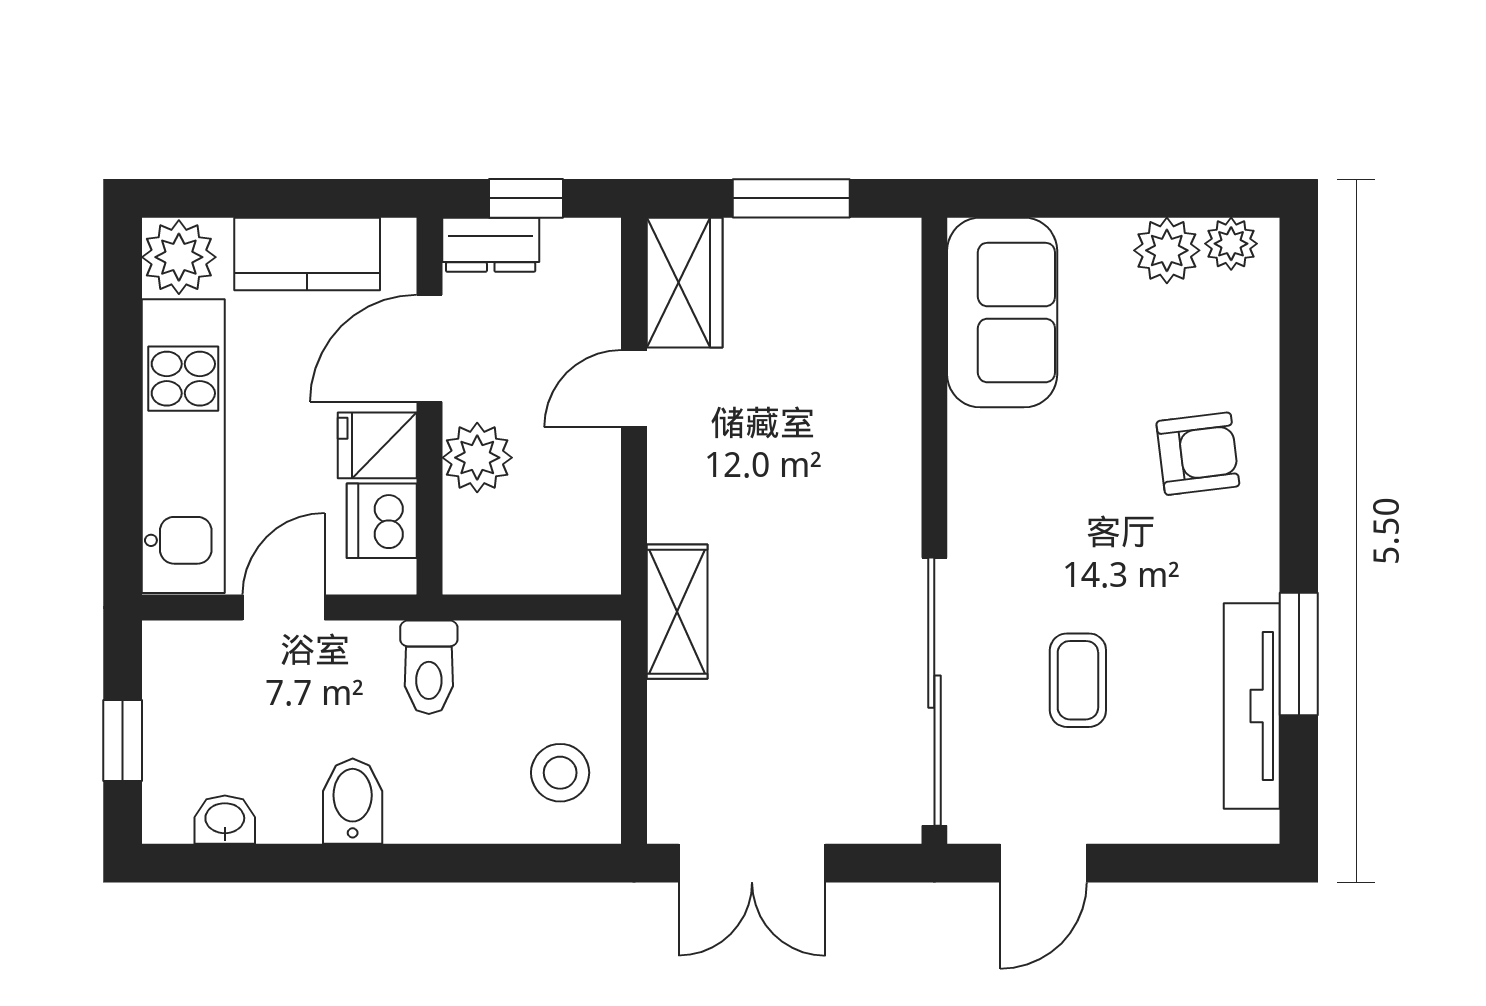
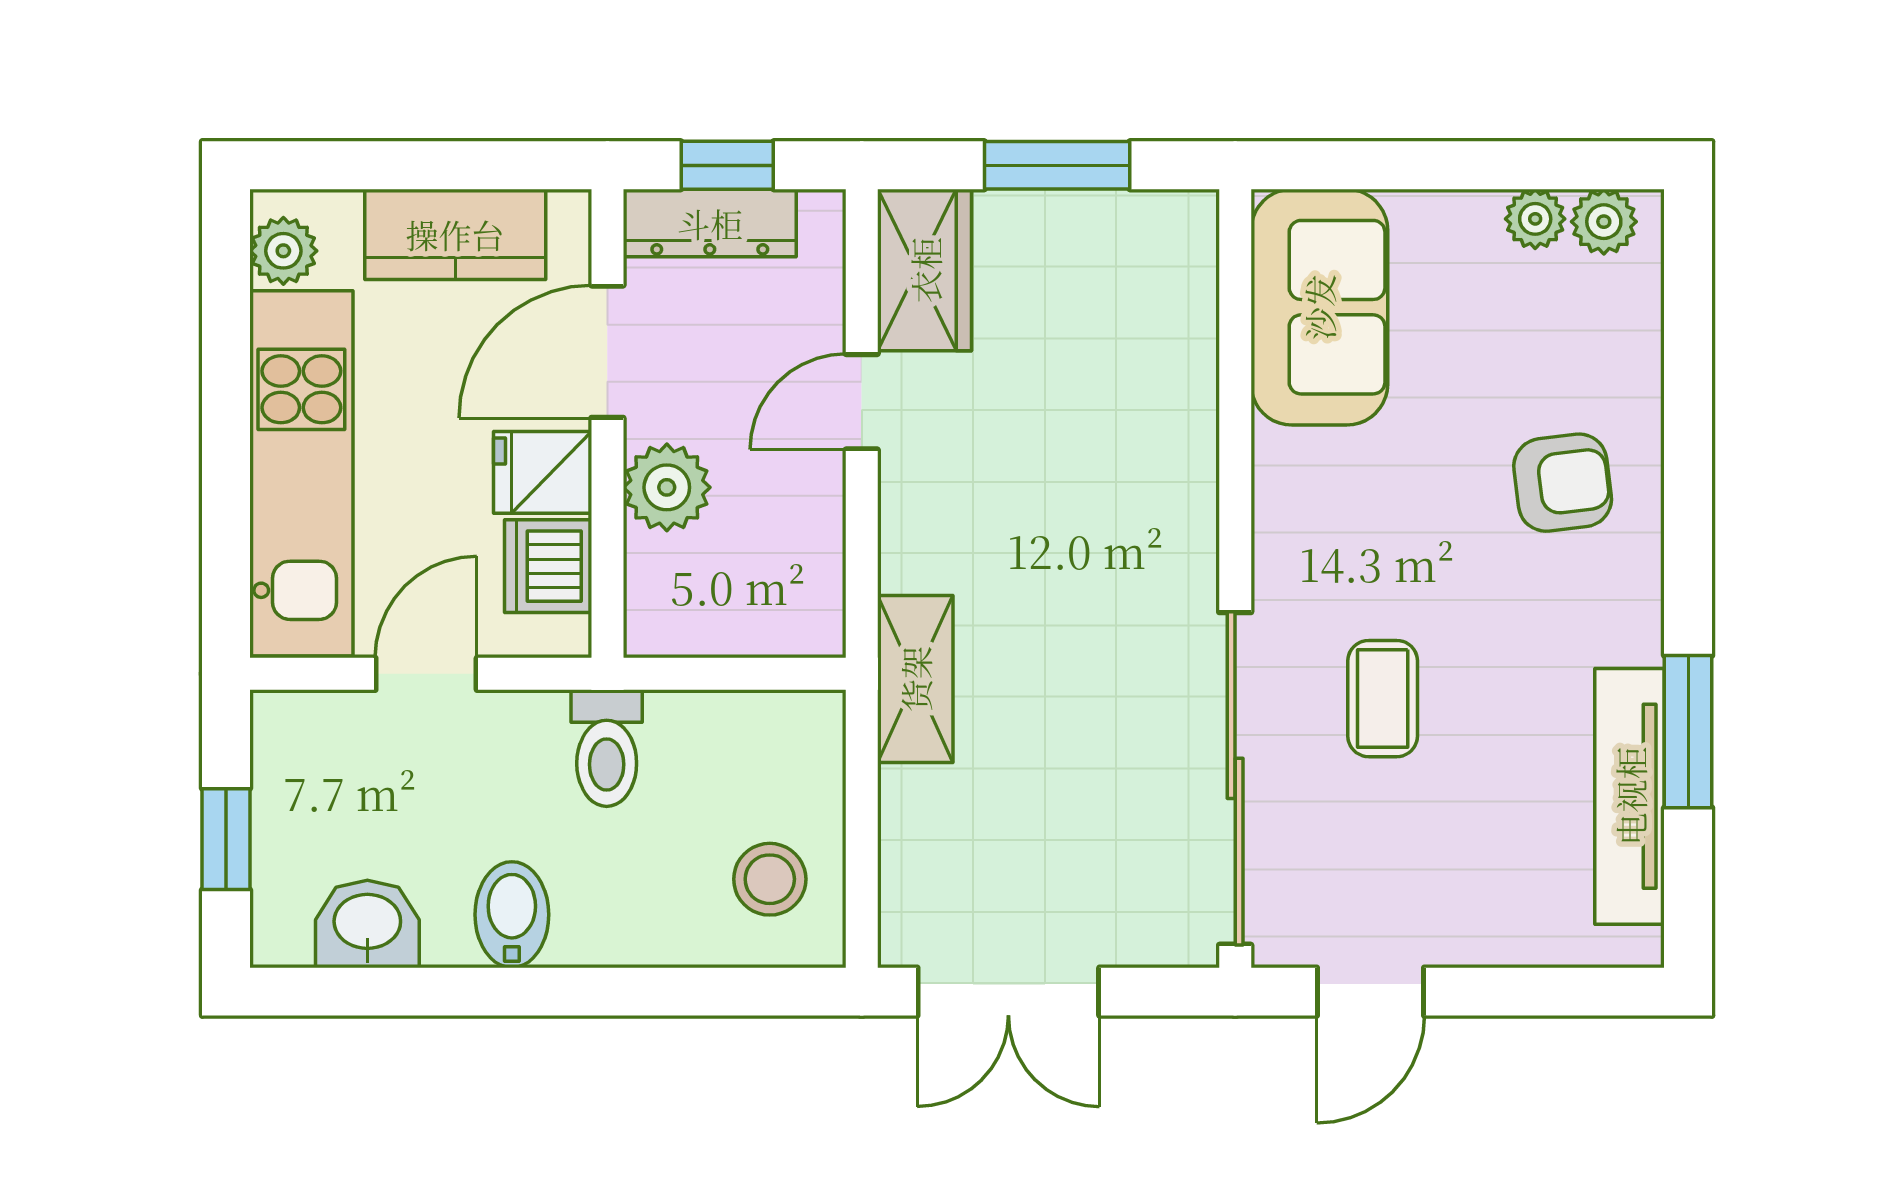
dresser: (491, 245) -> (710, 223), width x1.44
plant: (1167, 250) -> (1535, 219), width x0.73, depth x0.73
plant: (179, 257) -> (283, 251), width x0.73, depth x0.73
coffee table: (1078, 680) -> (1383, 699), moved
washbasin: (225, 820) -> (367, 924), width x1.38, depth x1.45

